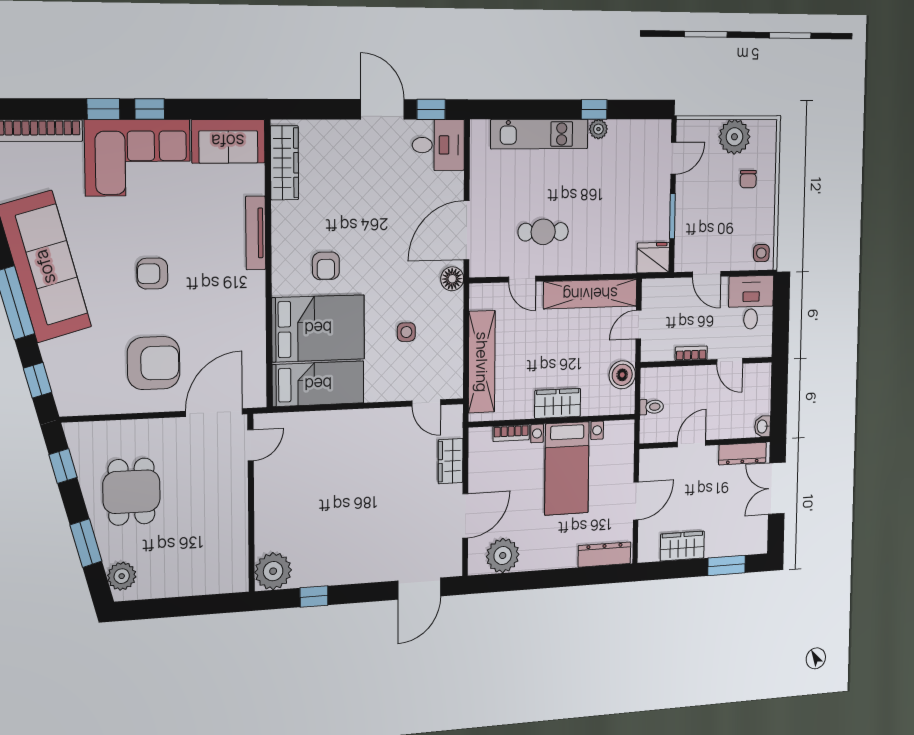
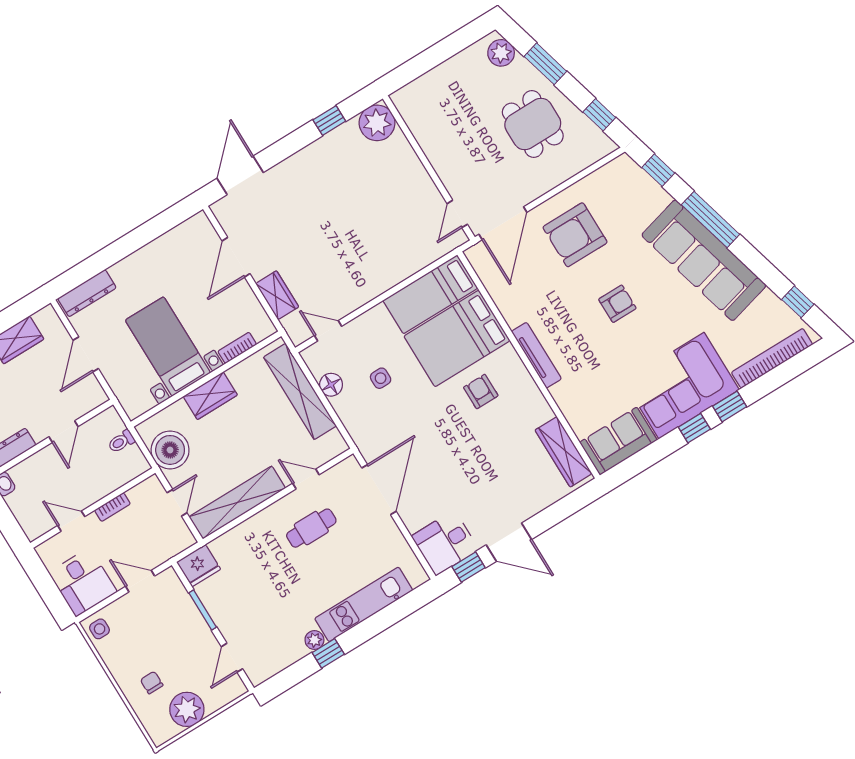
tv unit: (256, 233) -> (536, 355), moved
floor lamp: (452, 279) -> (331, 385), moved
boiler: (622, 375) -> (170, 450), width x1.37, depth x1.37
plant: (503, 556) -> (181, 242), removed

